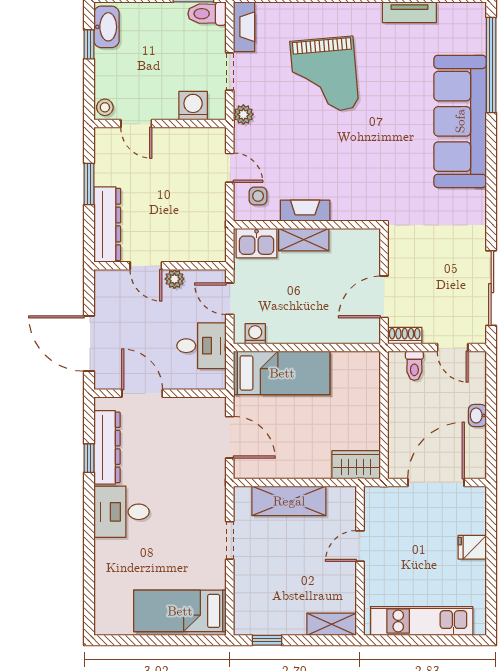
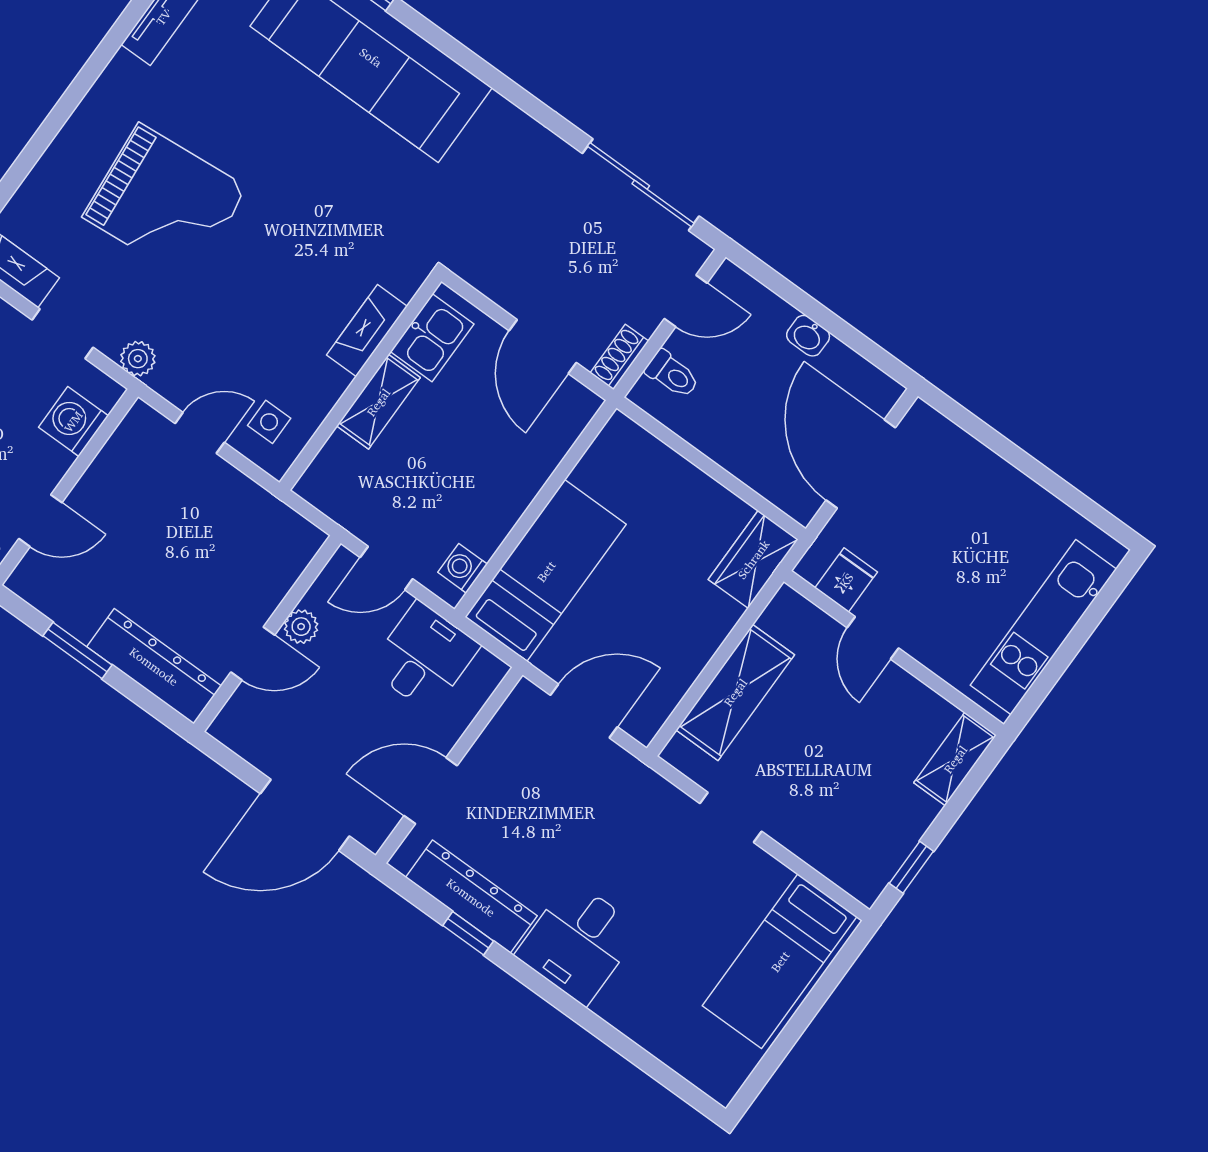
fireplace: (305, 211) -> (367, 331), moved
kitchen sink: (257, 243) -> (432, 338), moved
fridge: (472, 547) -> (846, 580), moved, turned 180

